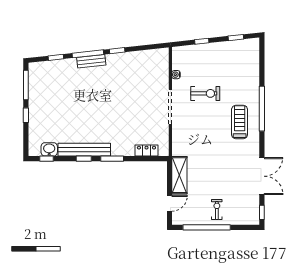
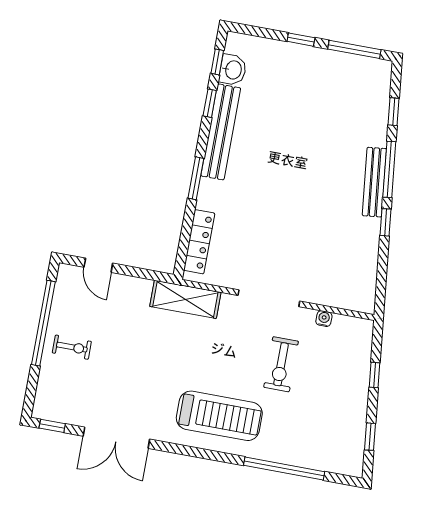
bench: (91, 61) -> (374, 182), width x1.36
window: (262, 109) -> (284, 468), moved
treadmill: (240, 122) -> (219, 416), width x1.37, depth x1.38
locker: (146, 150) -> (199, 242), width x1.53
window: (84, 159) -> (210, 103), moved
shelving: (179, 175) -> (185, 299), moved

